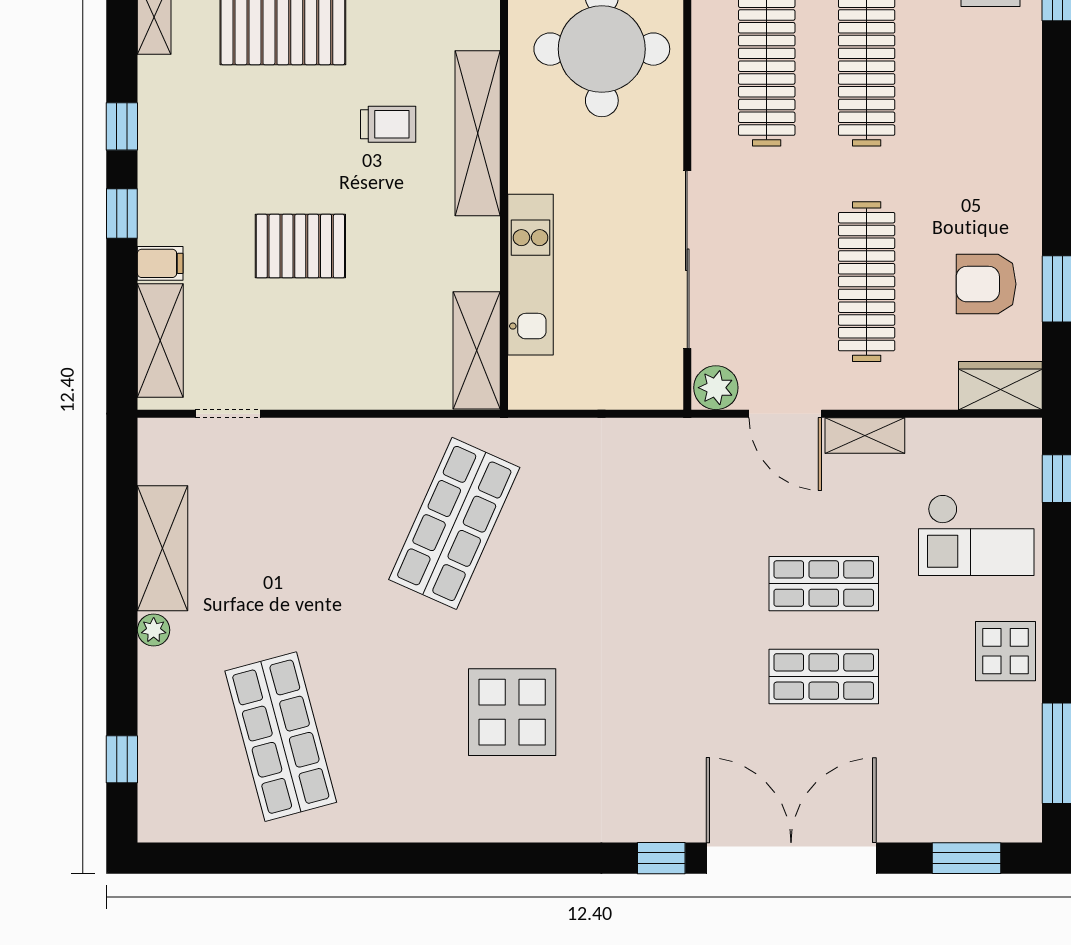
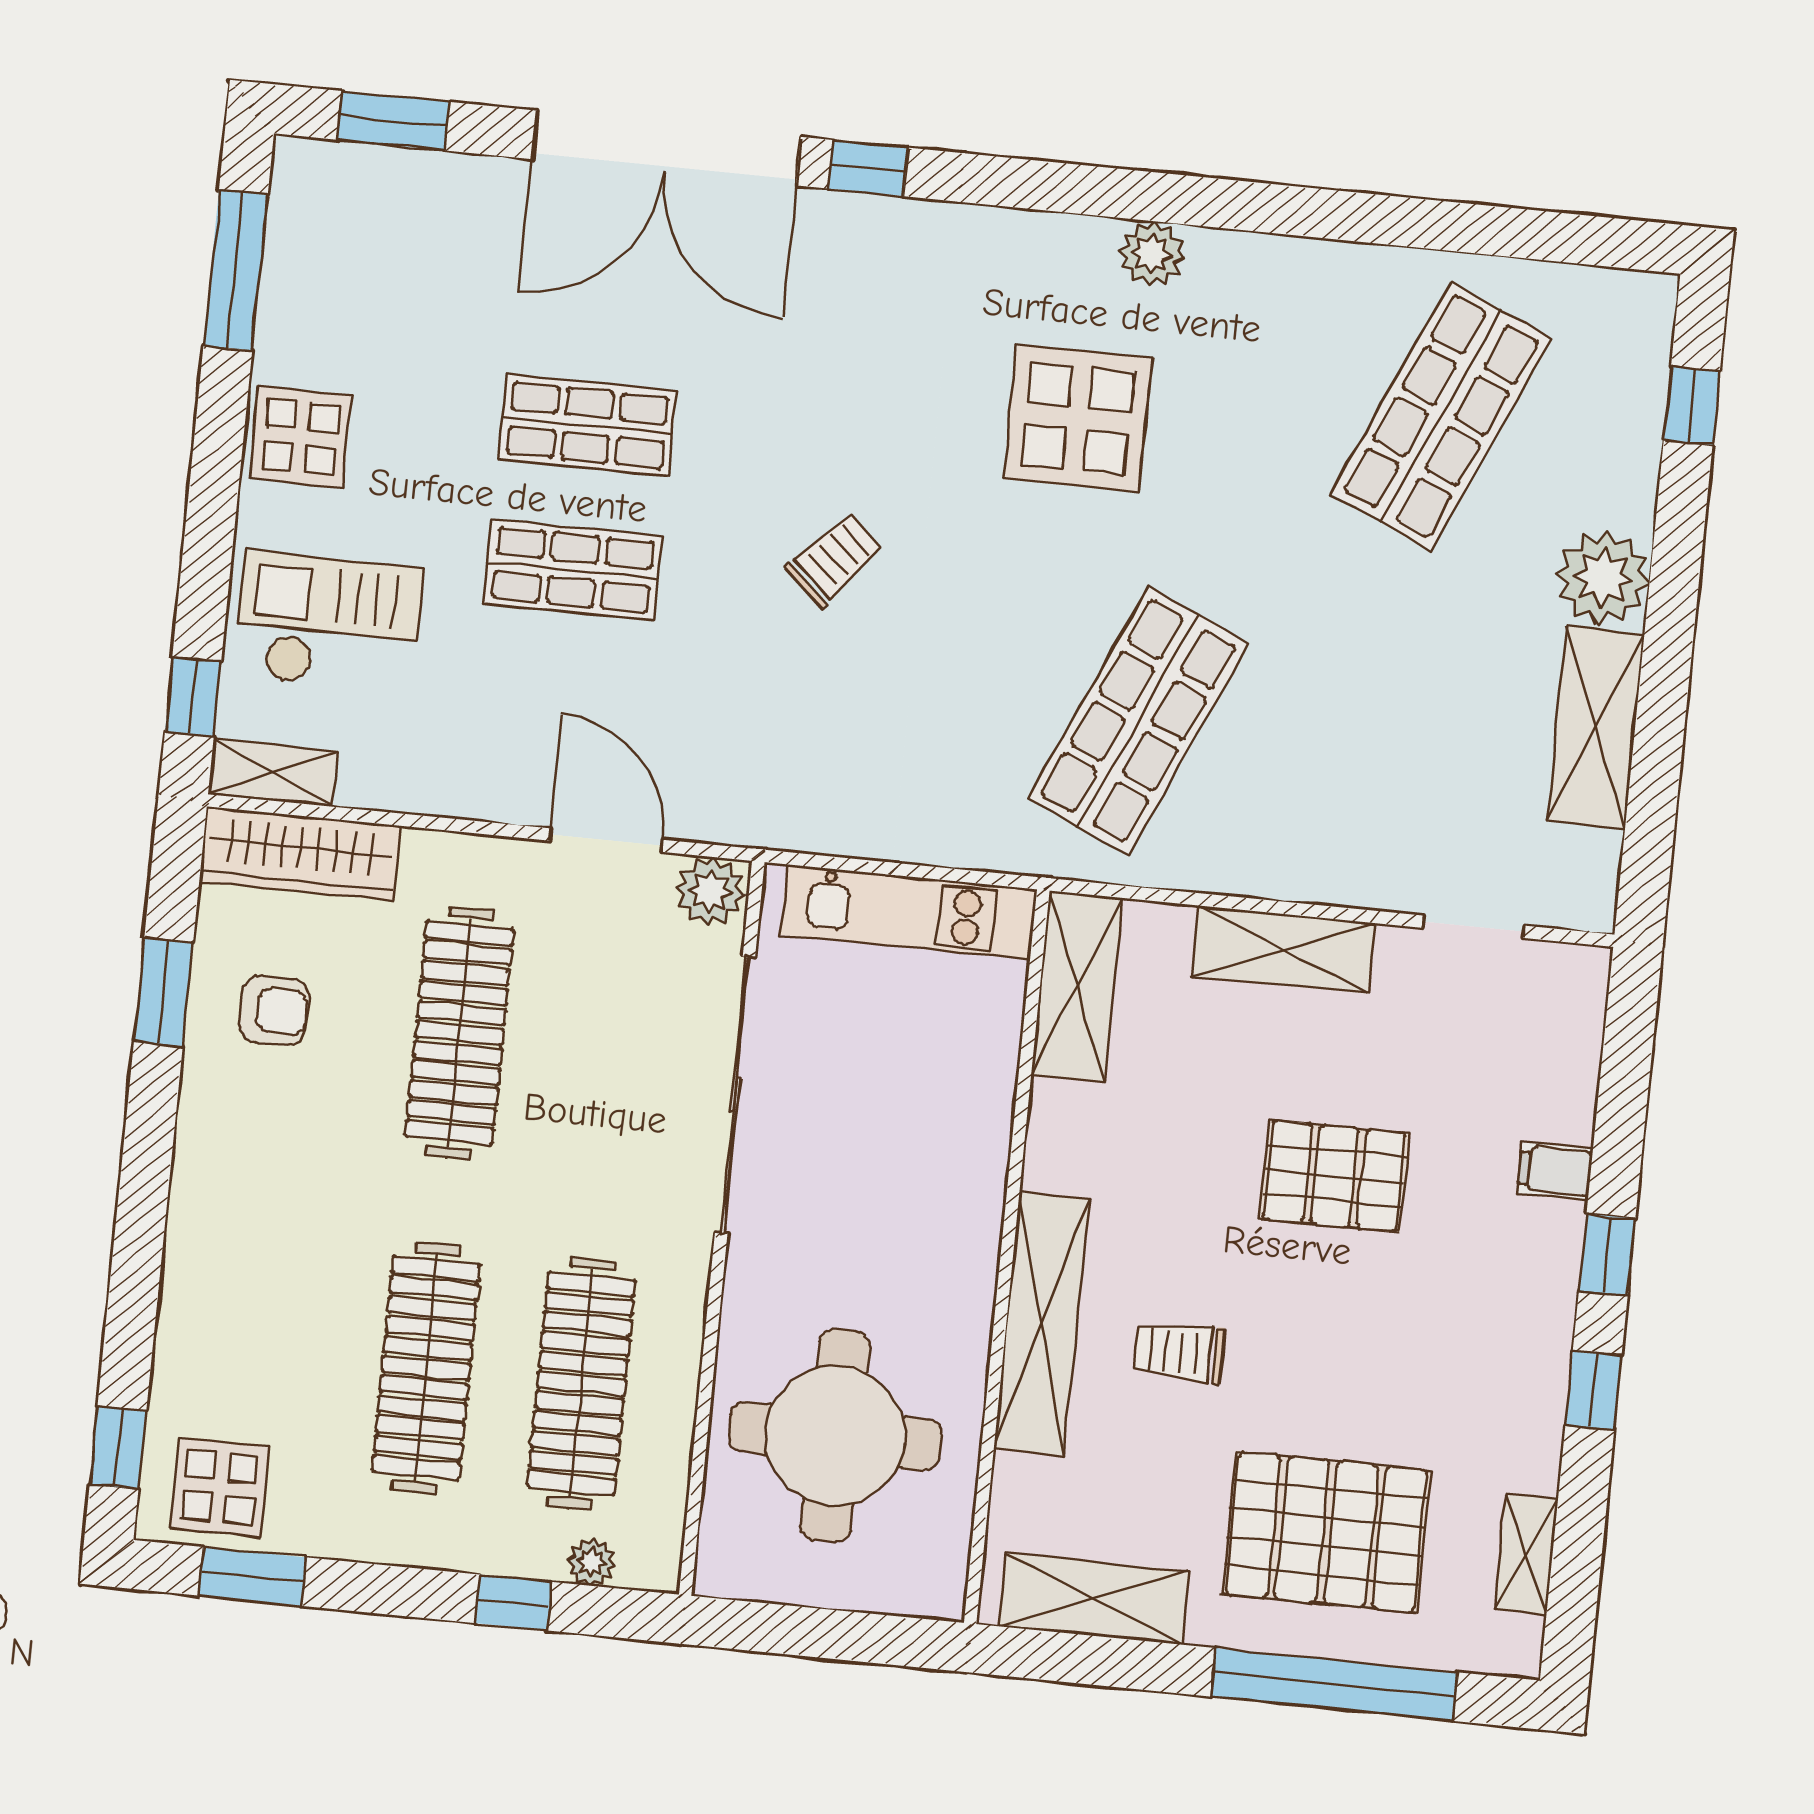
kitchen unit: (531, 275) -> (909, 912), moved, turned -90
armchair: (986, 284) -> (274, 1011), width x0.72, depth x0.72
shelving: (160, 340) -> (1283, 950), moved, turned 90
wardrobe: (1000, 386) -> (300, 854), width x1.50
shelving: (865, 435) -> (272, 773), moved
trolley: (658, 607) -> (835, 559), added
plant: (154, 630) -> (1603, 578), width x1.87, depth x1.87
shop shelf: (281, 737) -> (1441, 416), turned 39
plant: (475, 822) -> (1152, 254), added

